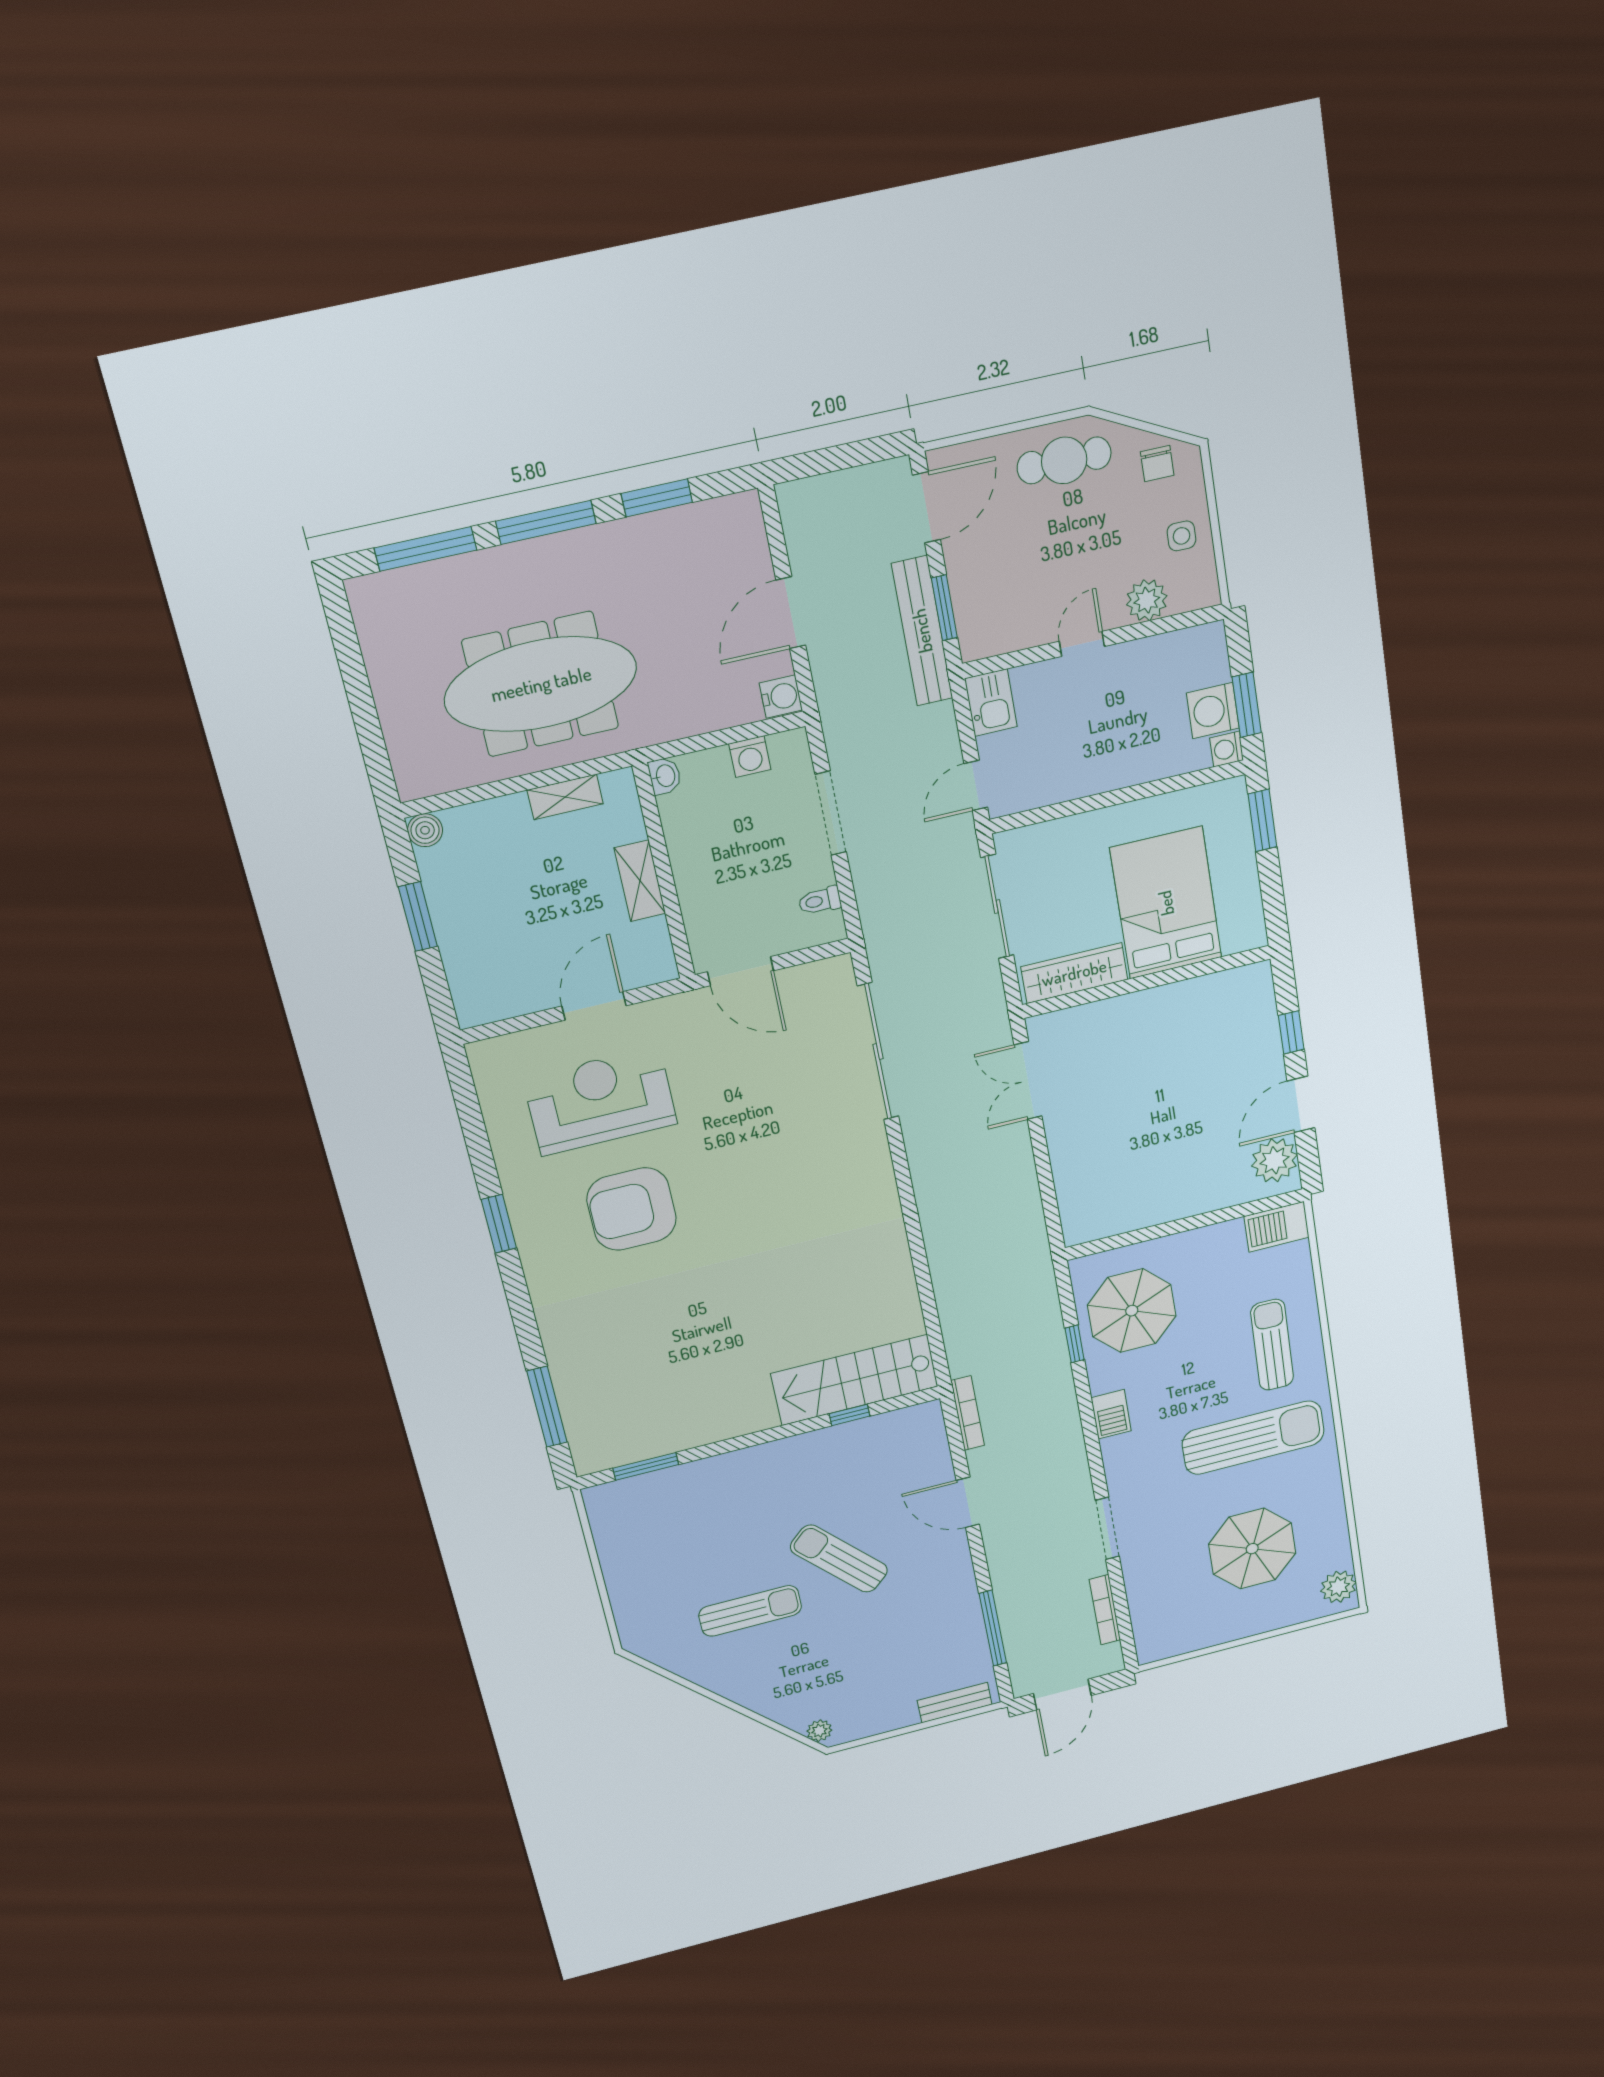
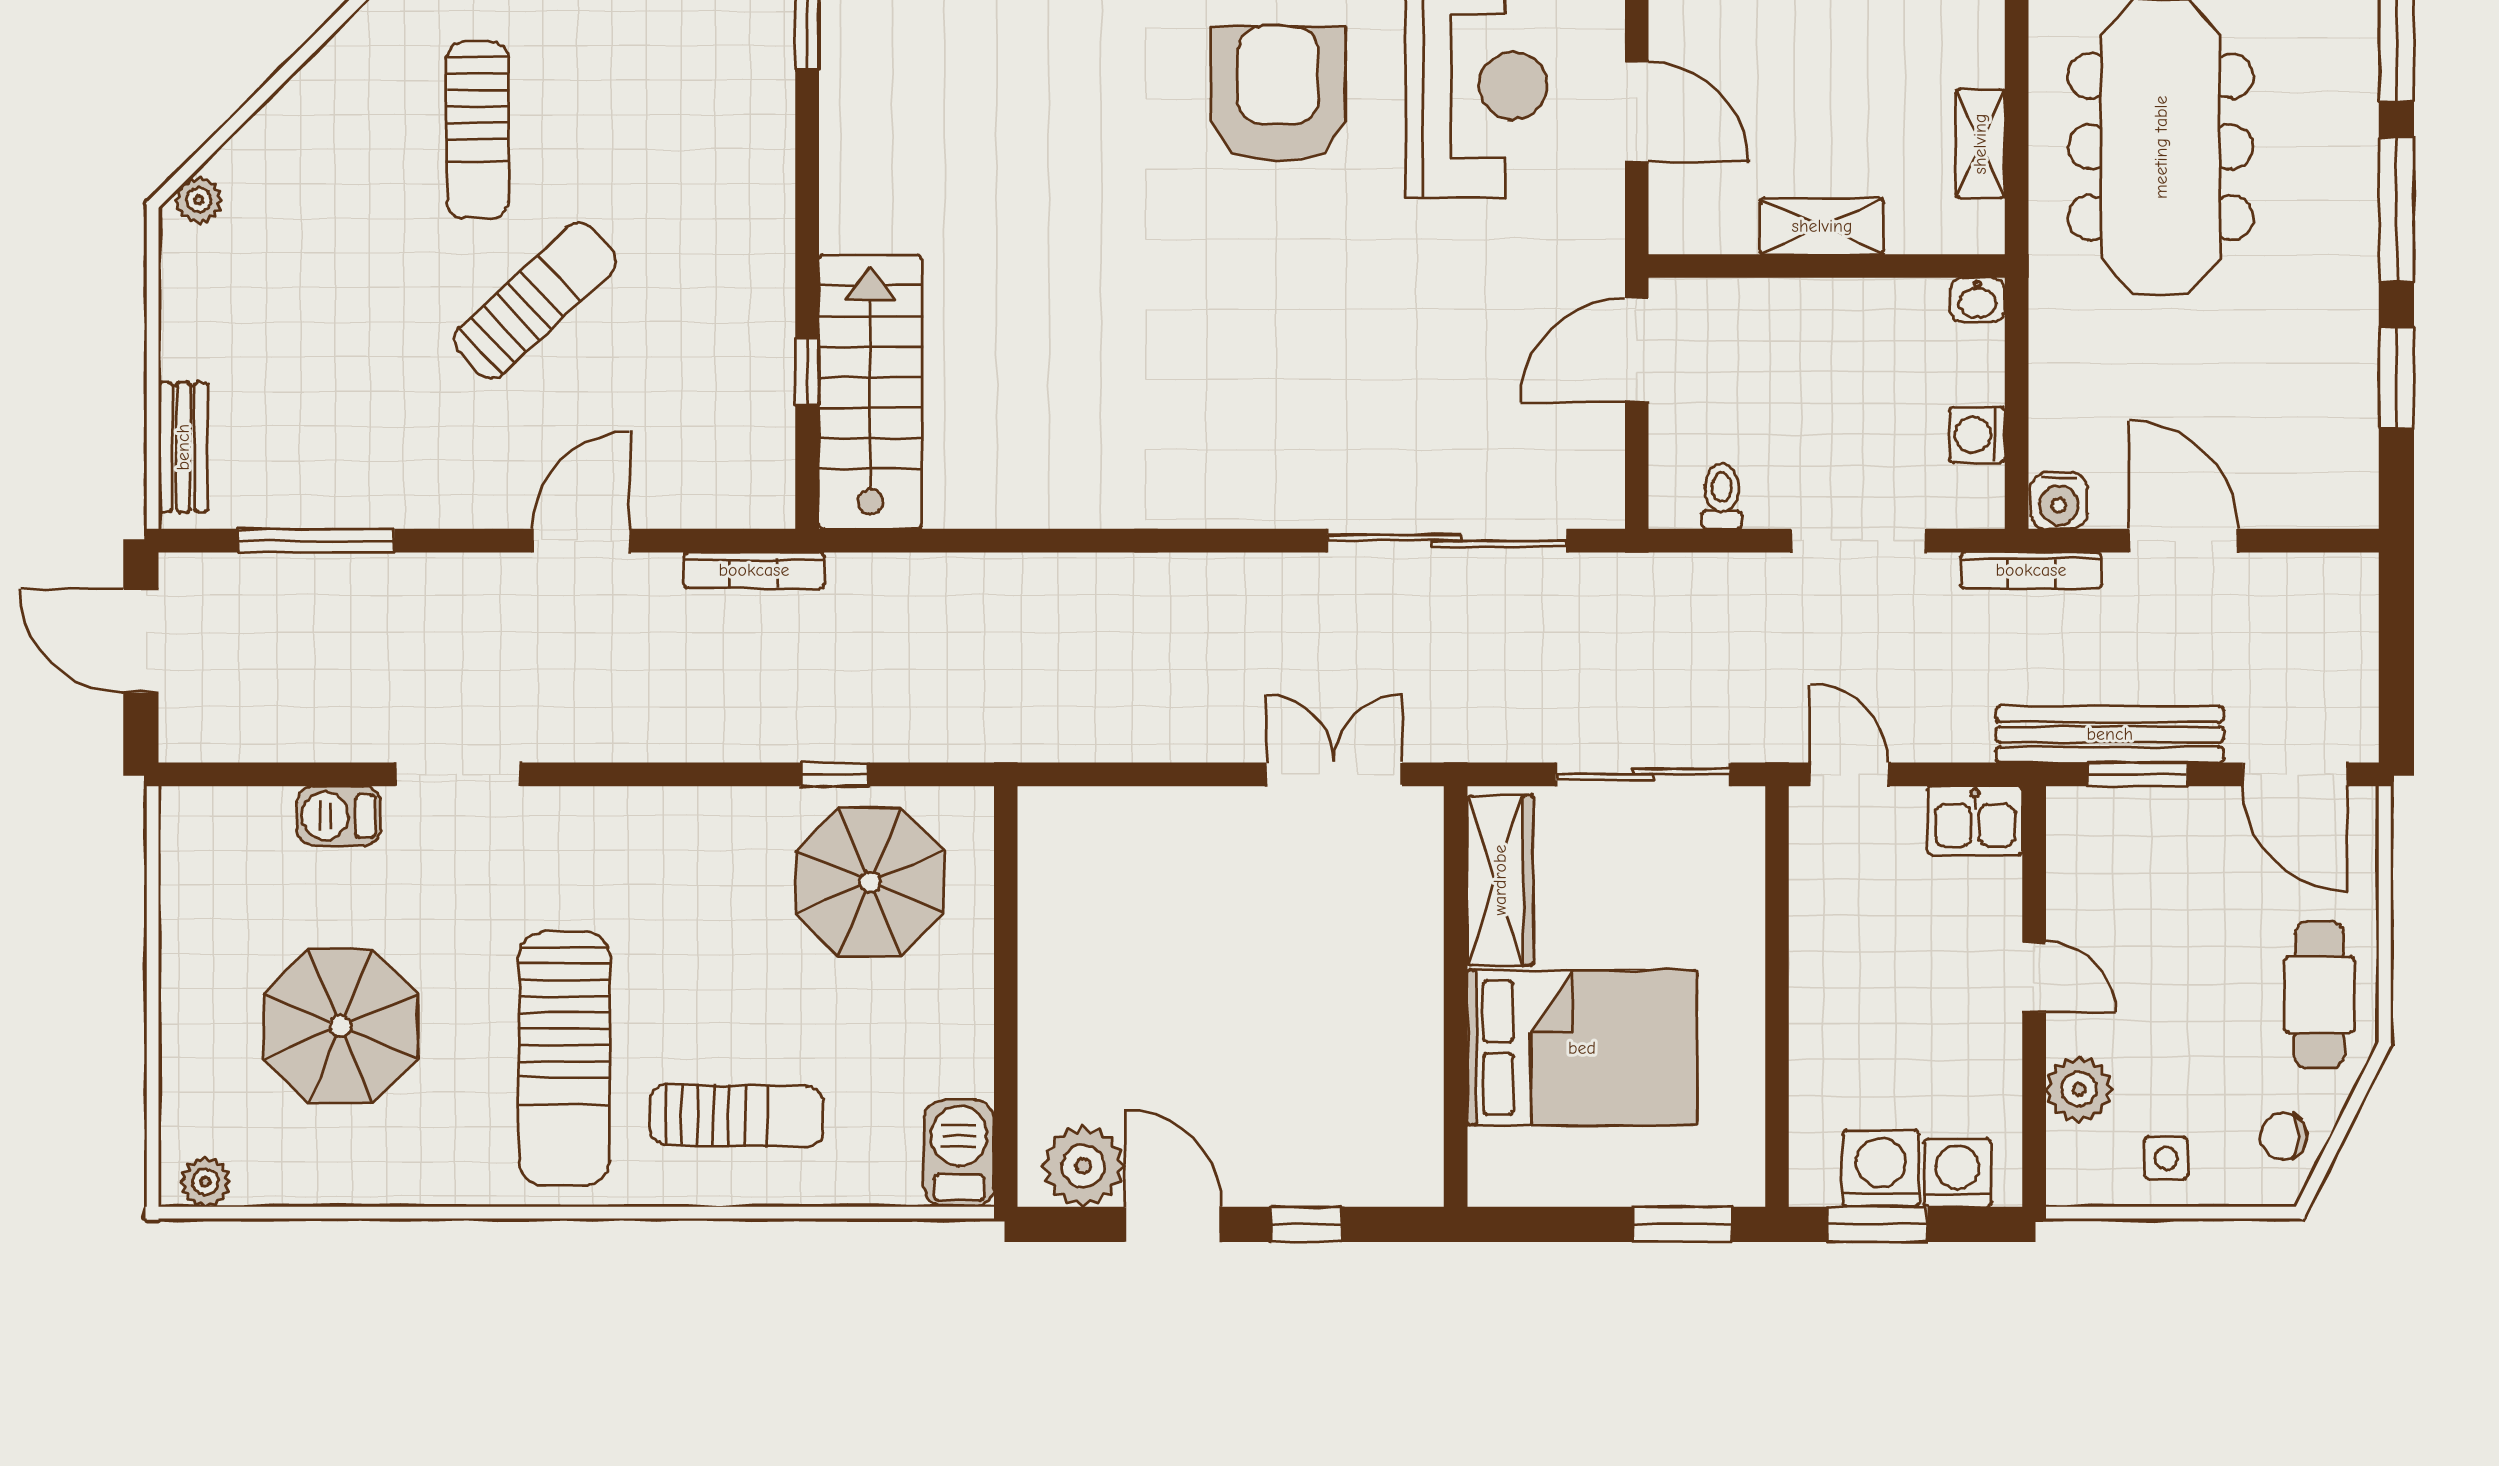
washing machine: (1227, 749) -> (1958, 1173), moved, width x1.38, depth x1.38
barbecue: (1111, 1414) -> (339, 816), moved
plant: (1338, 1587) -> (205, 1182), width x0.73, depth x0.73
bookcase: (1105, 1610) -> (2031, 570), moved, turned 180

